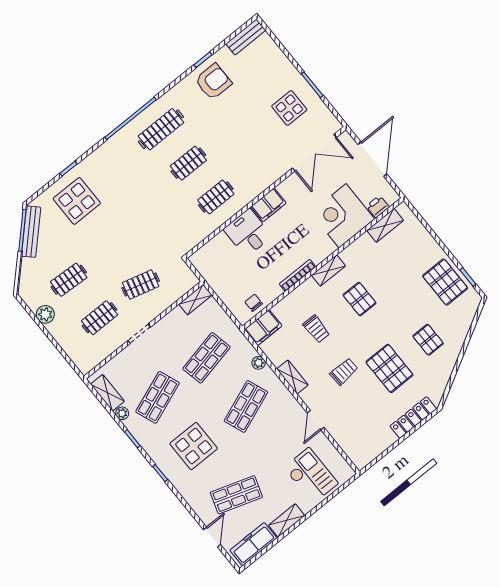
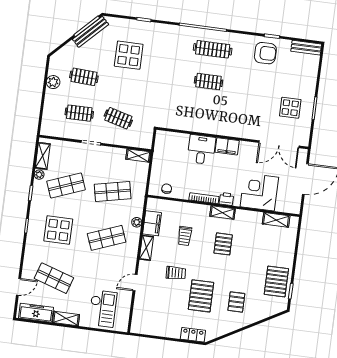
clothes rail: (216, 197) -> (204, 114), removed
display table: (77, 201) -> (129, 55), moved
printer: (378, 207) -> (226, 199), moved
filing cabinet: (263, 328) -> (152, 223), moved, turned -90
locker: (413, 417) -> (193, 335), width x0.66

